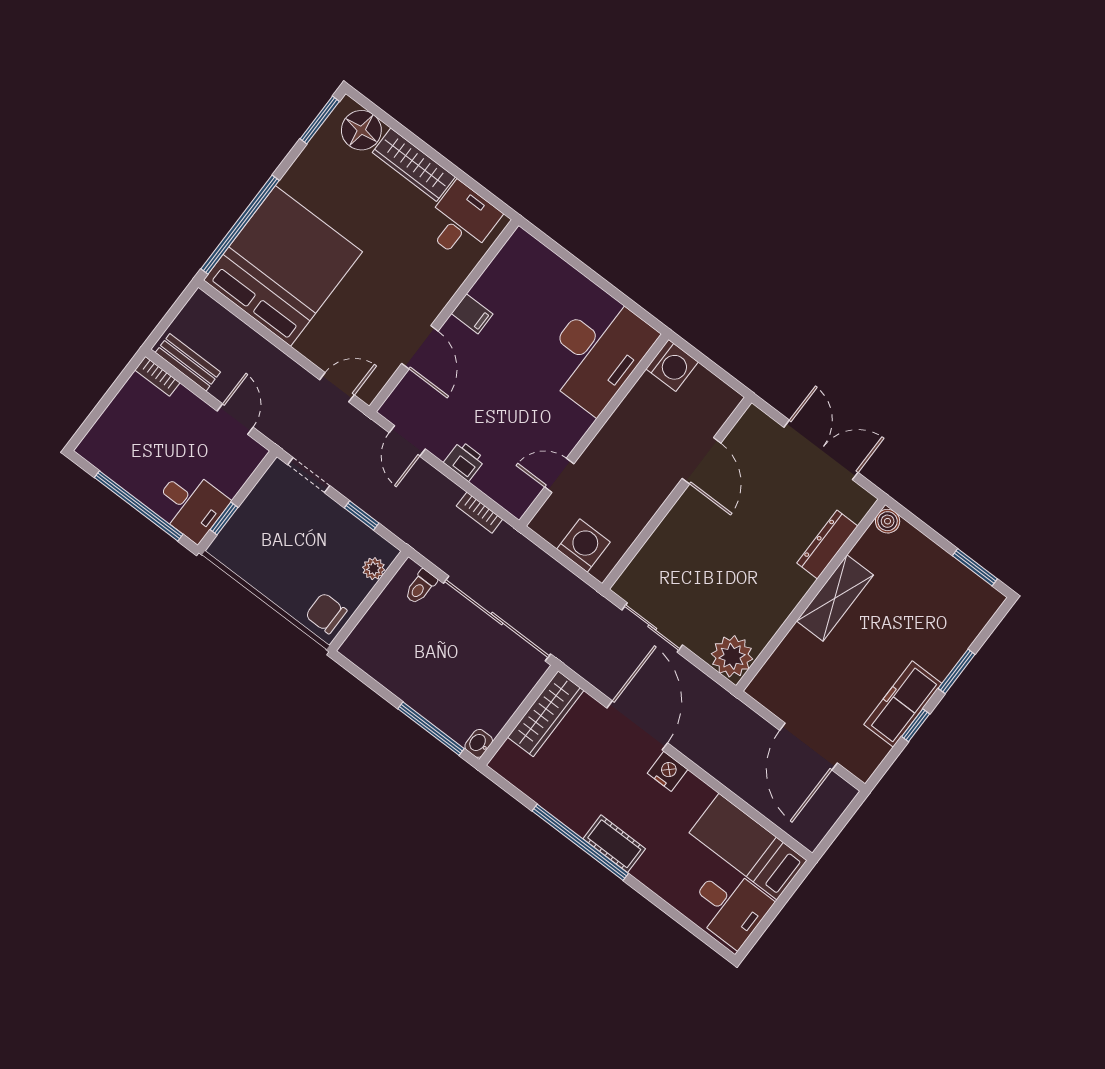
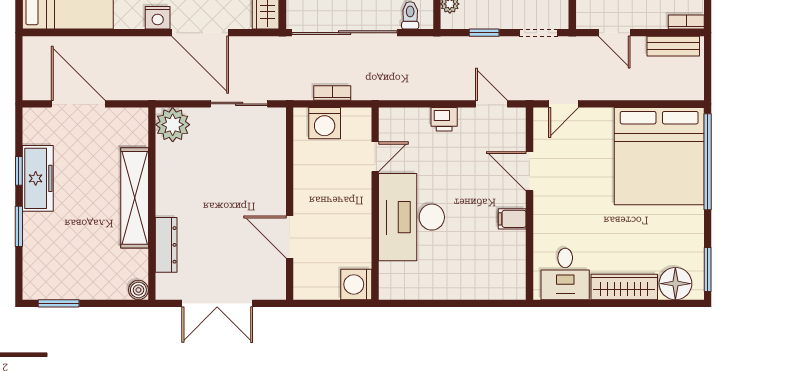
desk: (597, 352) -> (411, 217), moved
bookcase: (479, 513) -> (332, 93), moved
shelving: (835, 598) -> (135, 198), width x1.47

